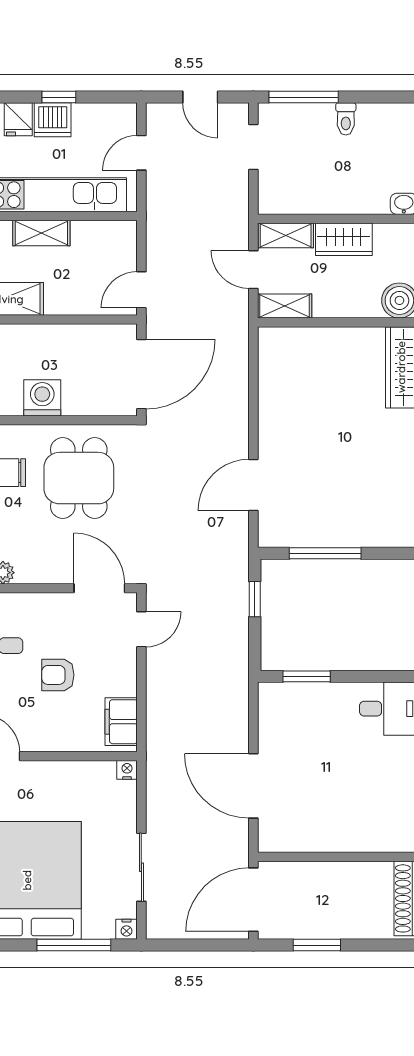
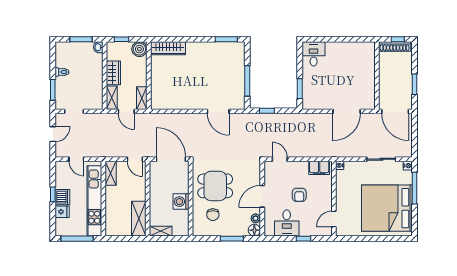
window: (304, 97) -> (53, 90), width x0.69
shelving: (41, 233) -> (111, 173), moved
door: (253, 270) -> (126, 111), hinge flipped
door: (99, 588) -> (262, 196), moved

